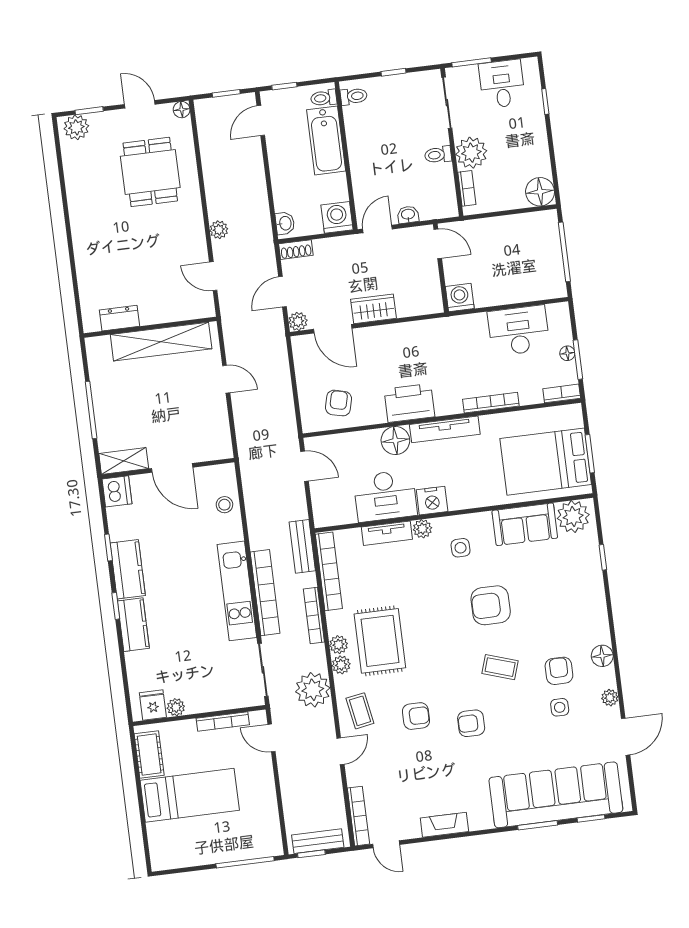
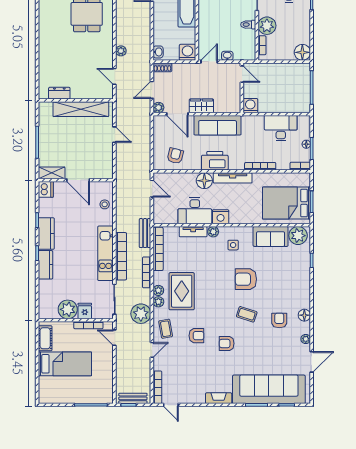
sofa: (406, 340) -> (218, 125), added
fridge: (153, 705) -> (85, 311), moved
plant: (176, 707) -> (68, 309), width x1.88, depth x1.88
side table: (560, 707) -> (277, 341), removed
fireplace: (444, 825) -> (219, 398), moved

